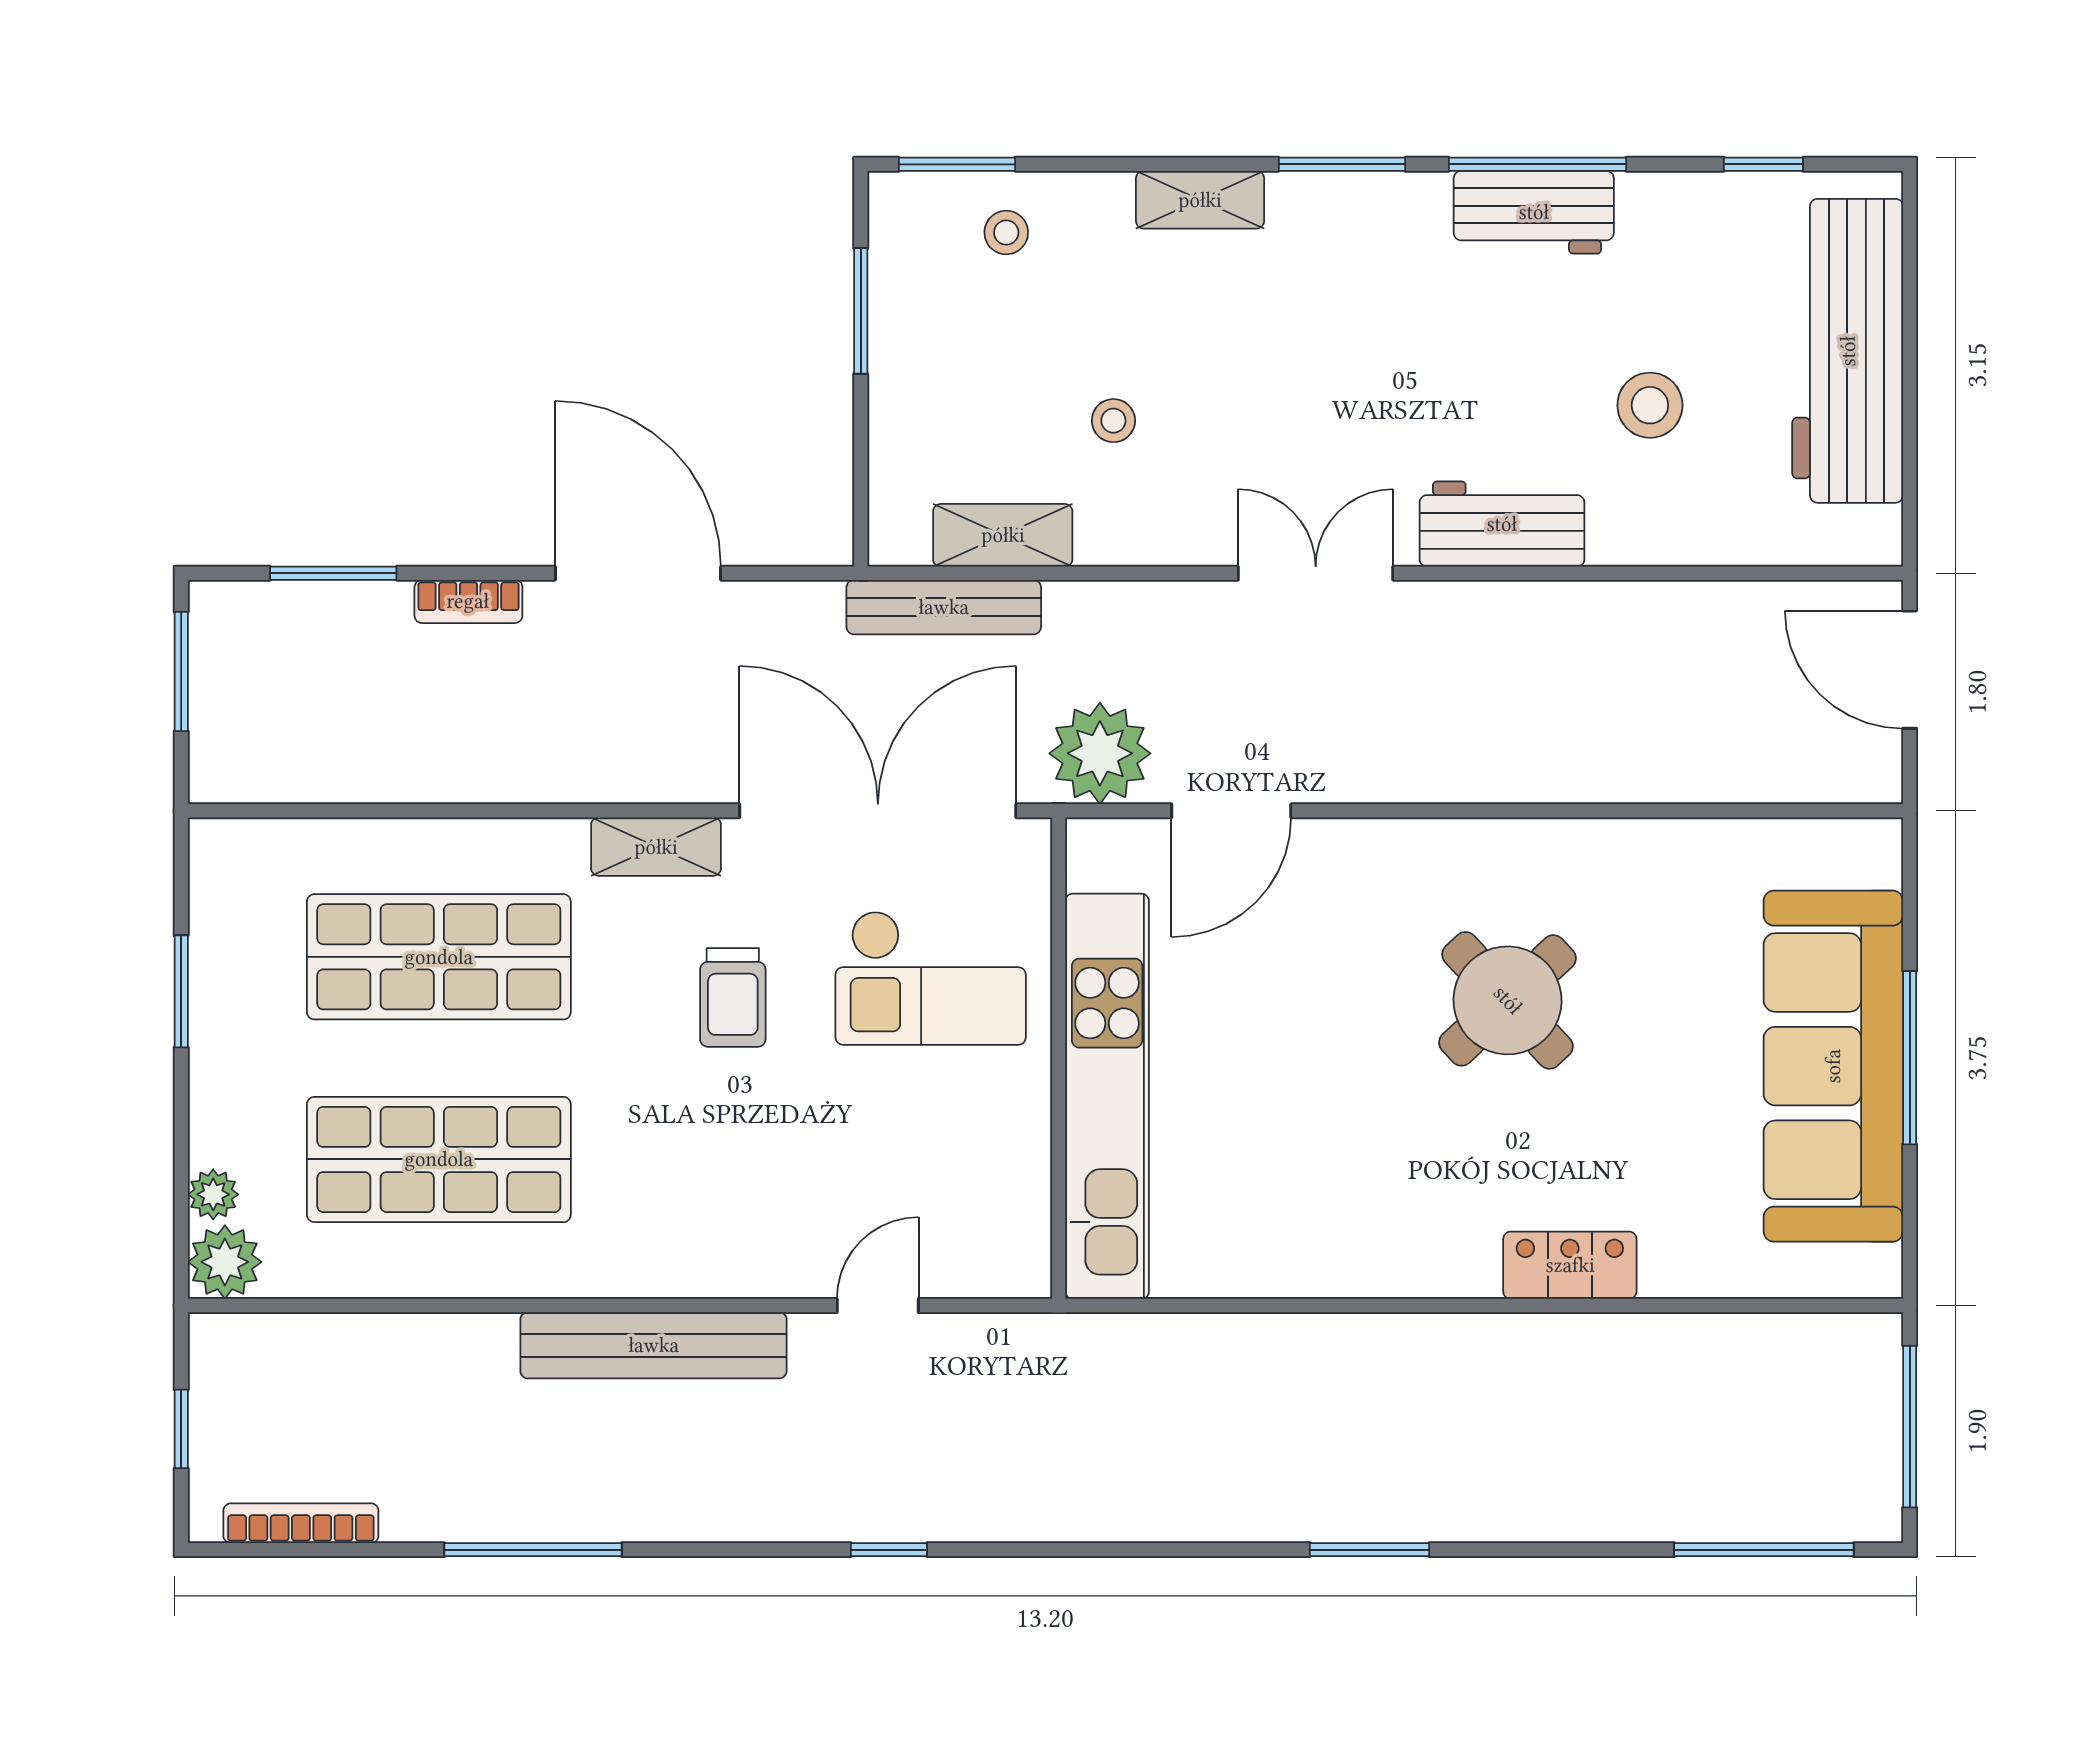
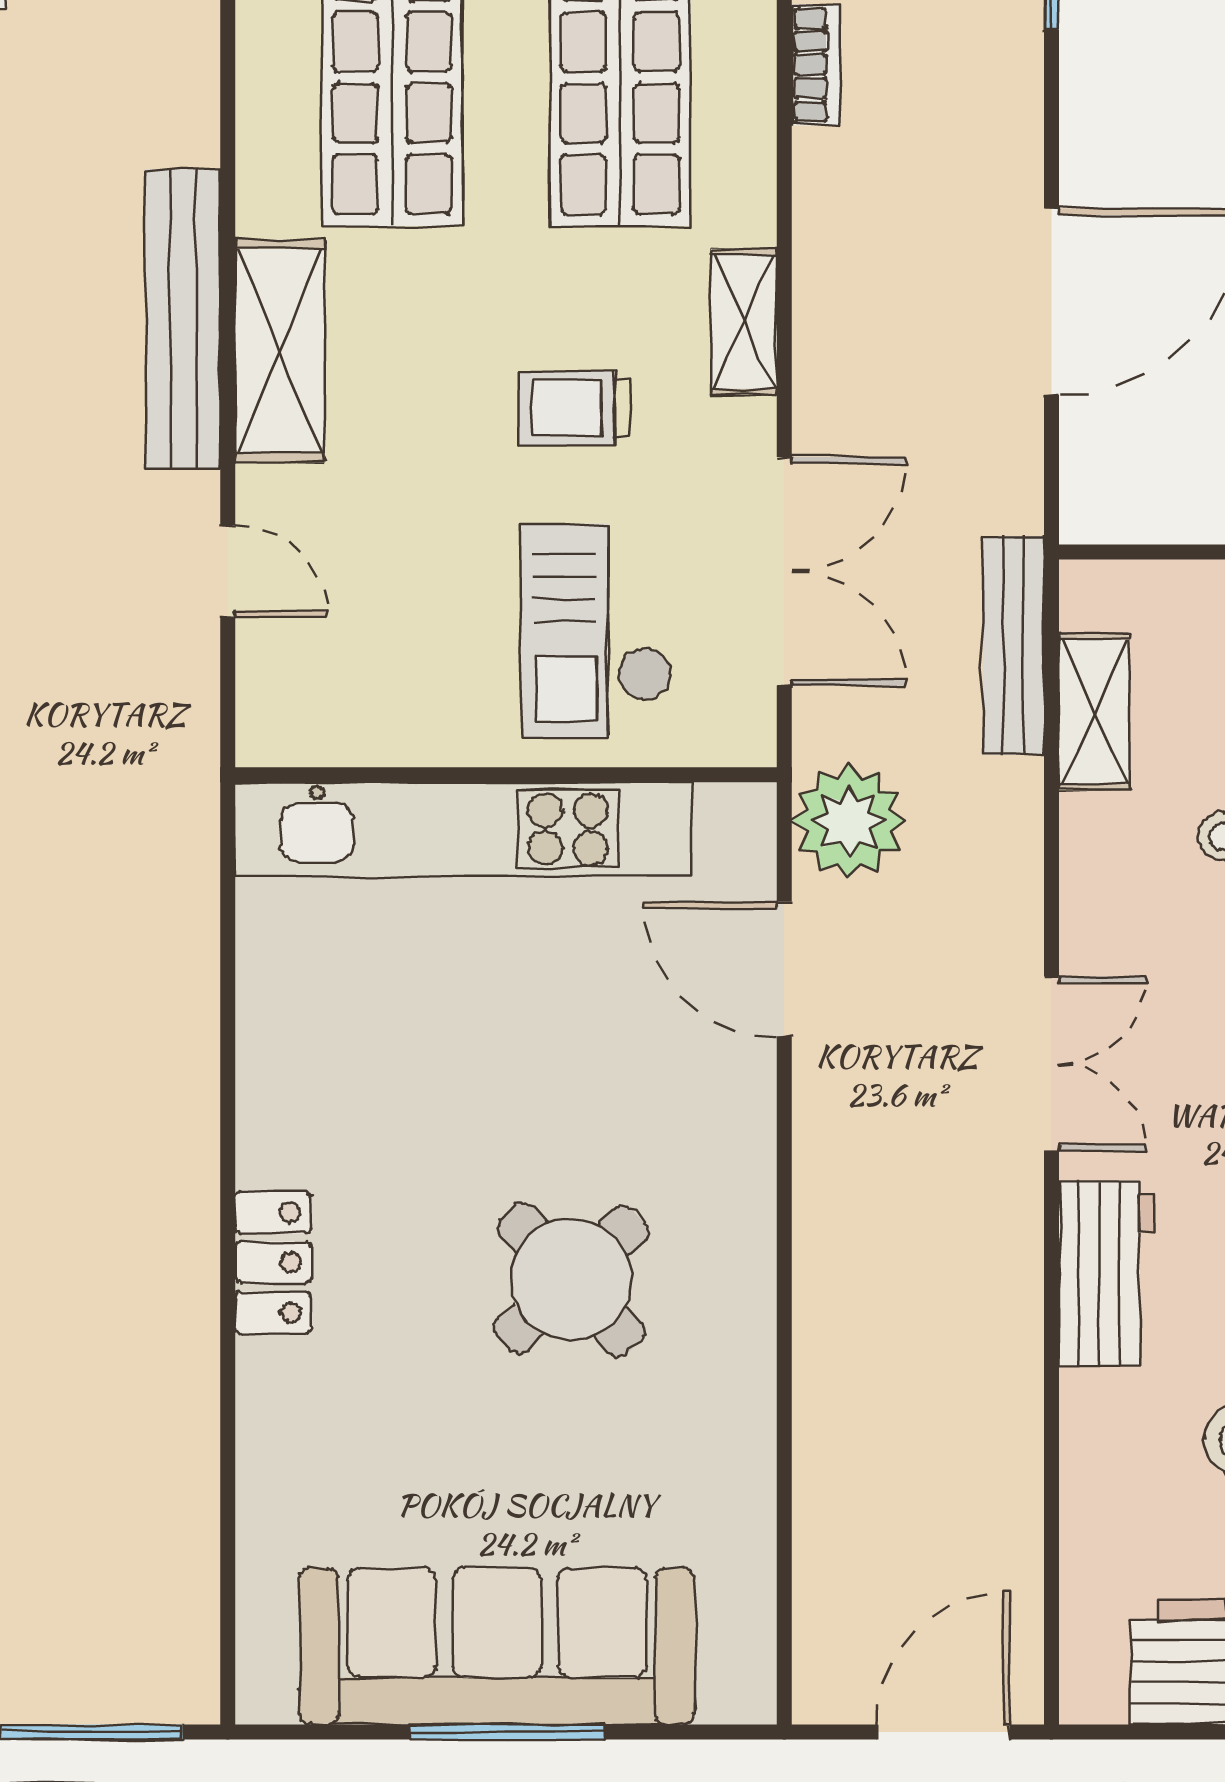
bookcase: (468, 601) -> (816, 65), moved, turned 180
double door: (878, 811) -> (784, 571), width x0.73
shelving: (682, 1259) -> (280, 351), added
locker: (1570, 1265) -> (273, 1262), moved

